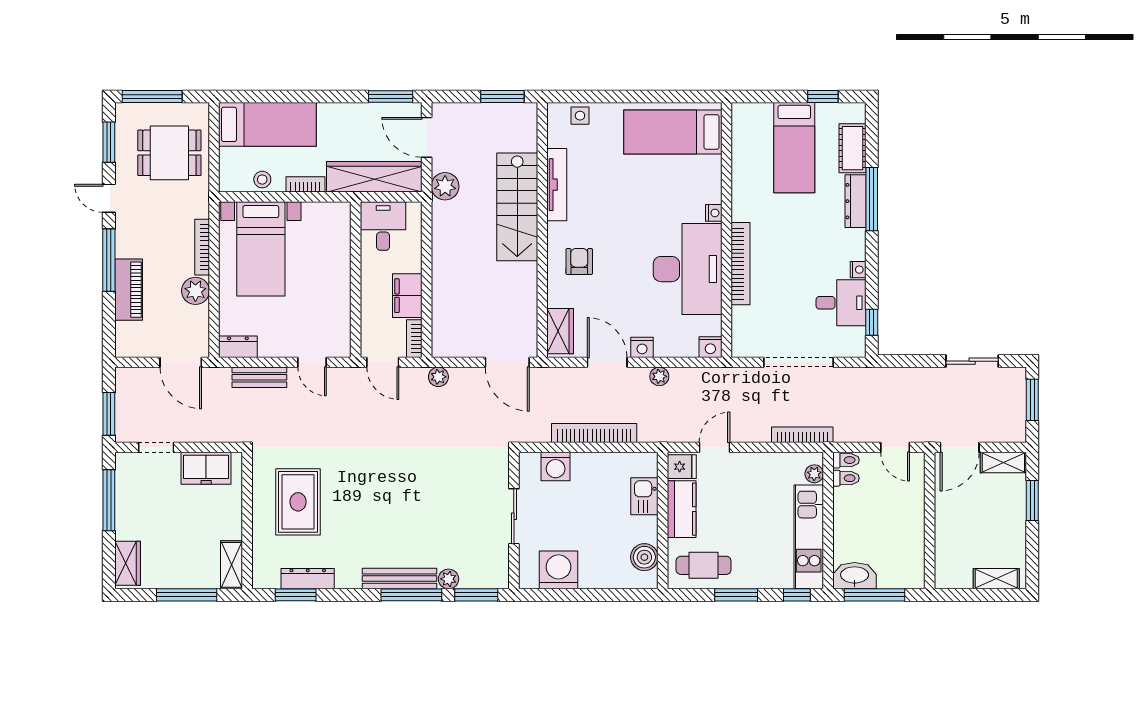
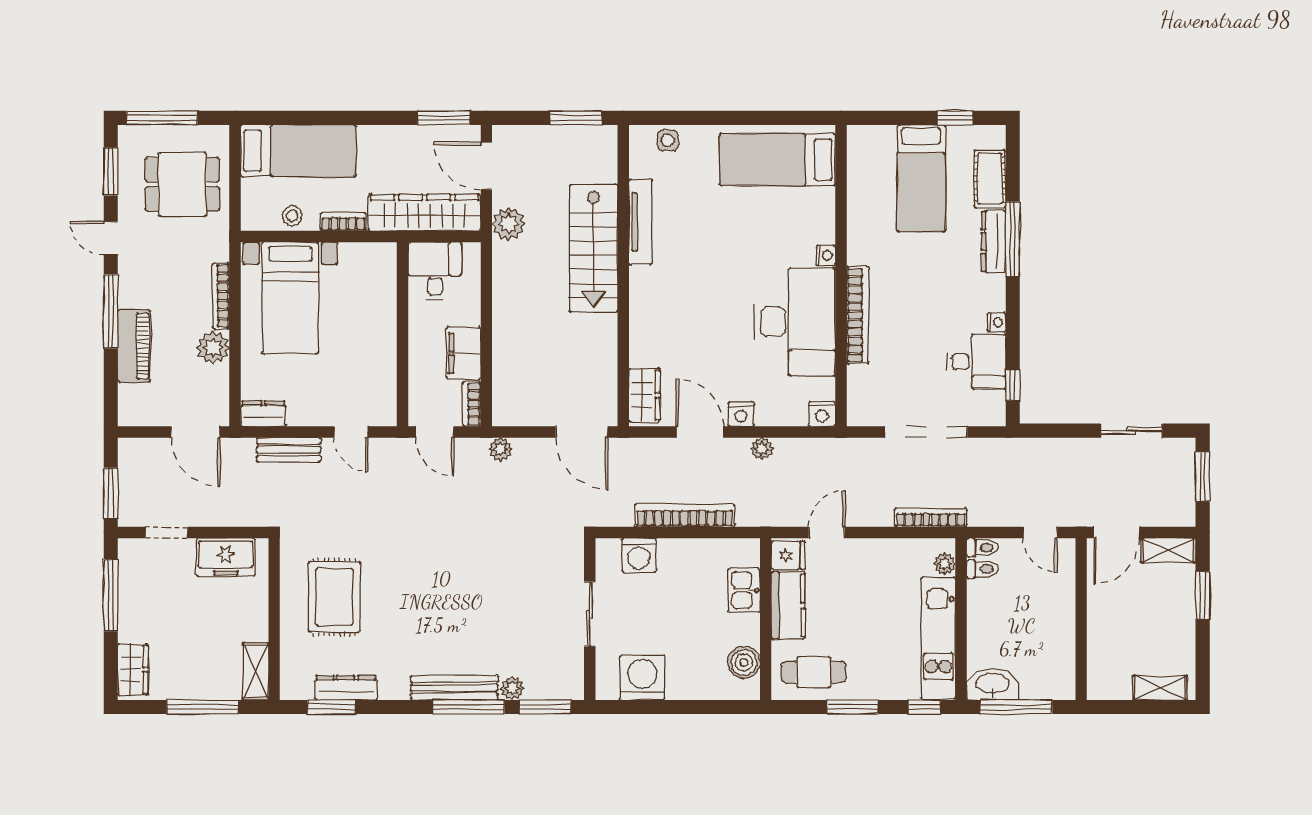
armchair: (579, 261) -> (667, 313), removed

